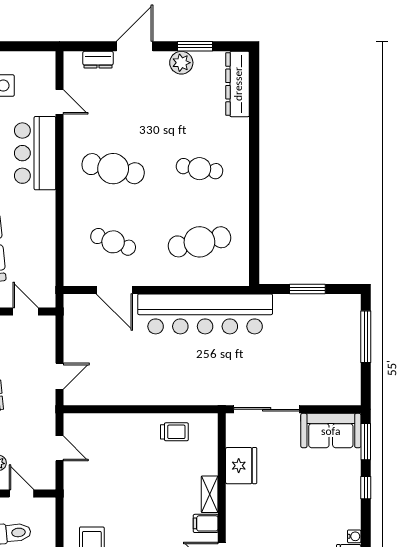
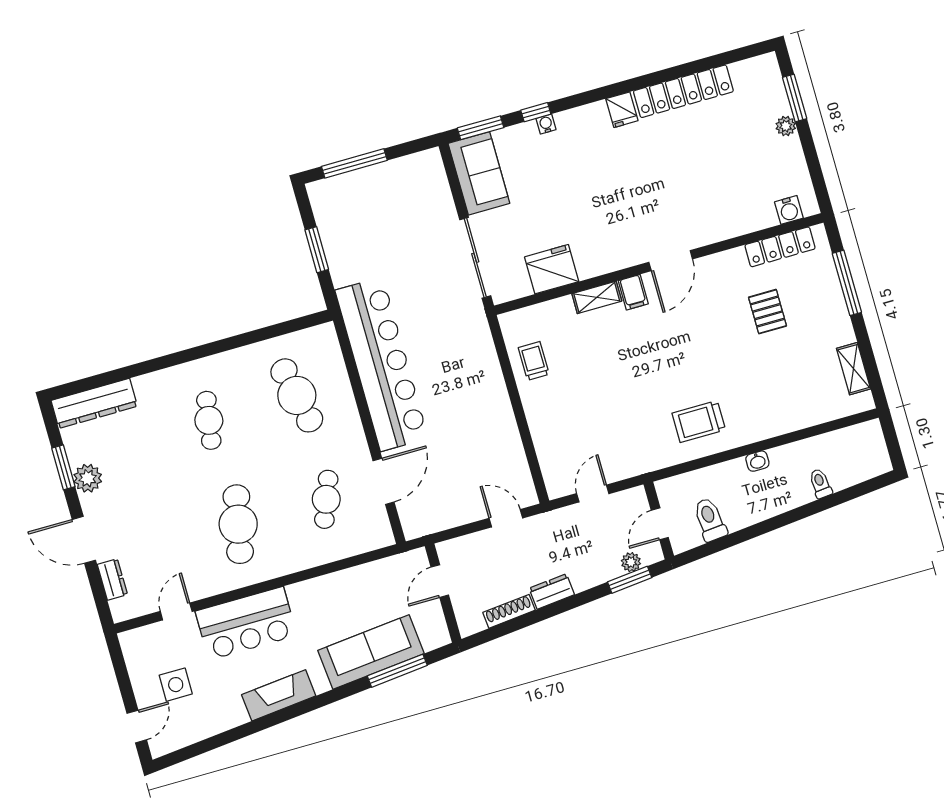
water cooler: (354, 536) -> (546, 124), moved

